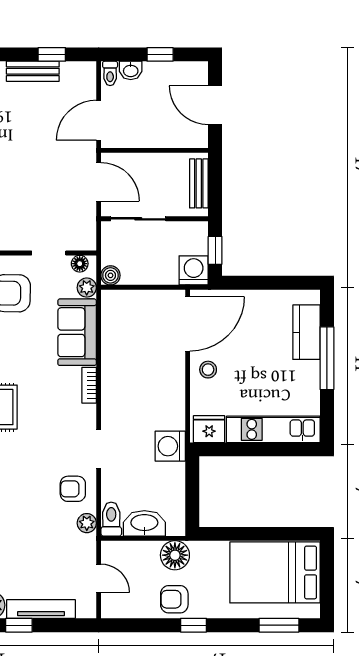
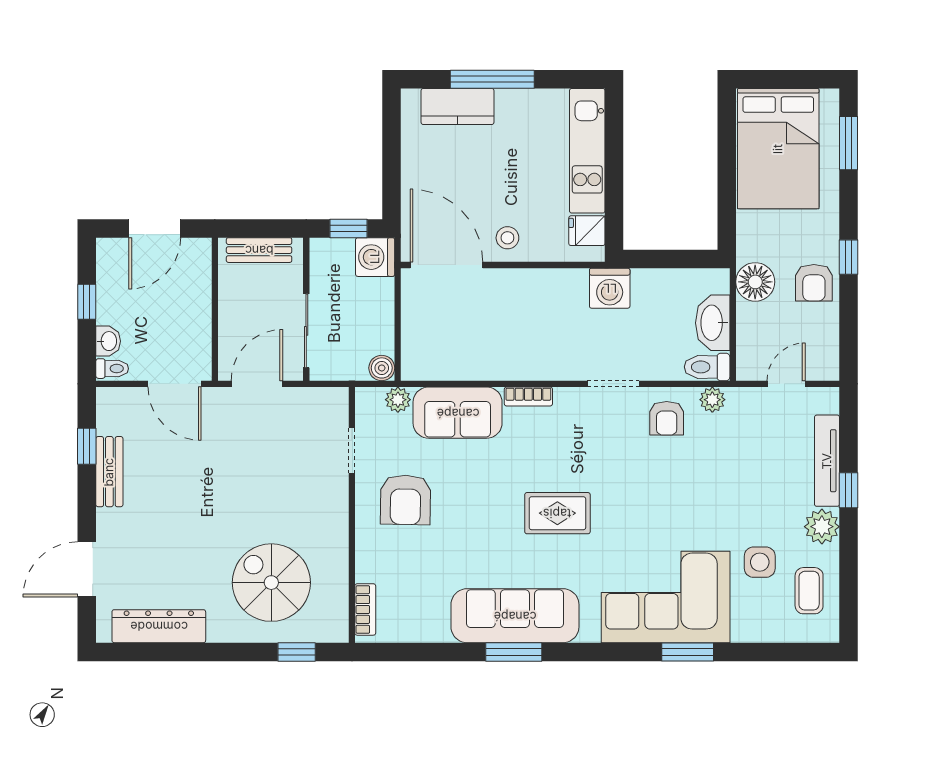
floor lamp: (80, 264) -> (366, 409), removed
fridge: (209, 429) -> (587, 231), width x0.72

